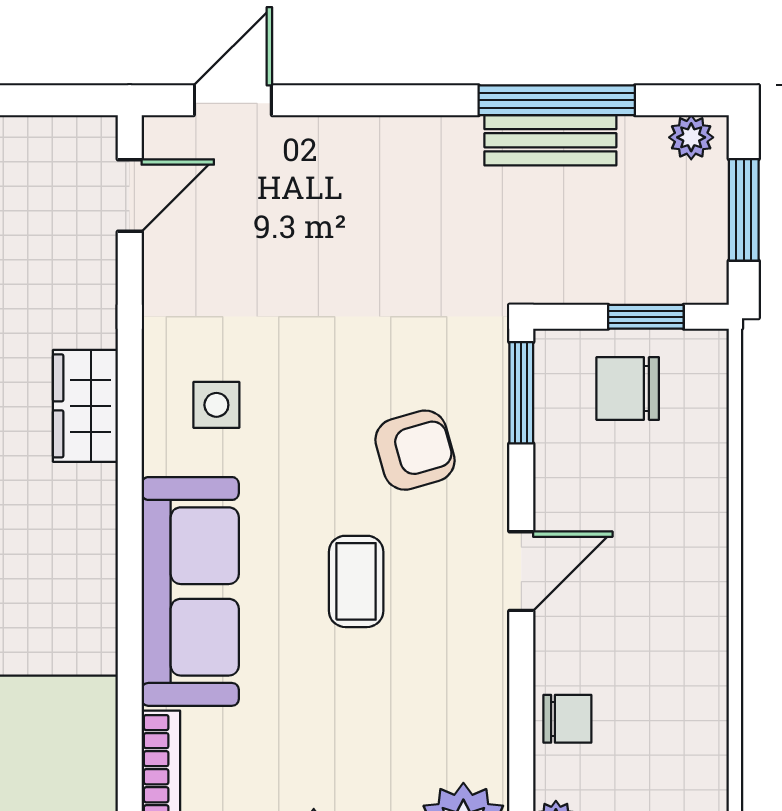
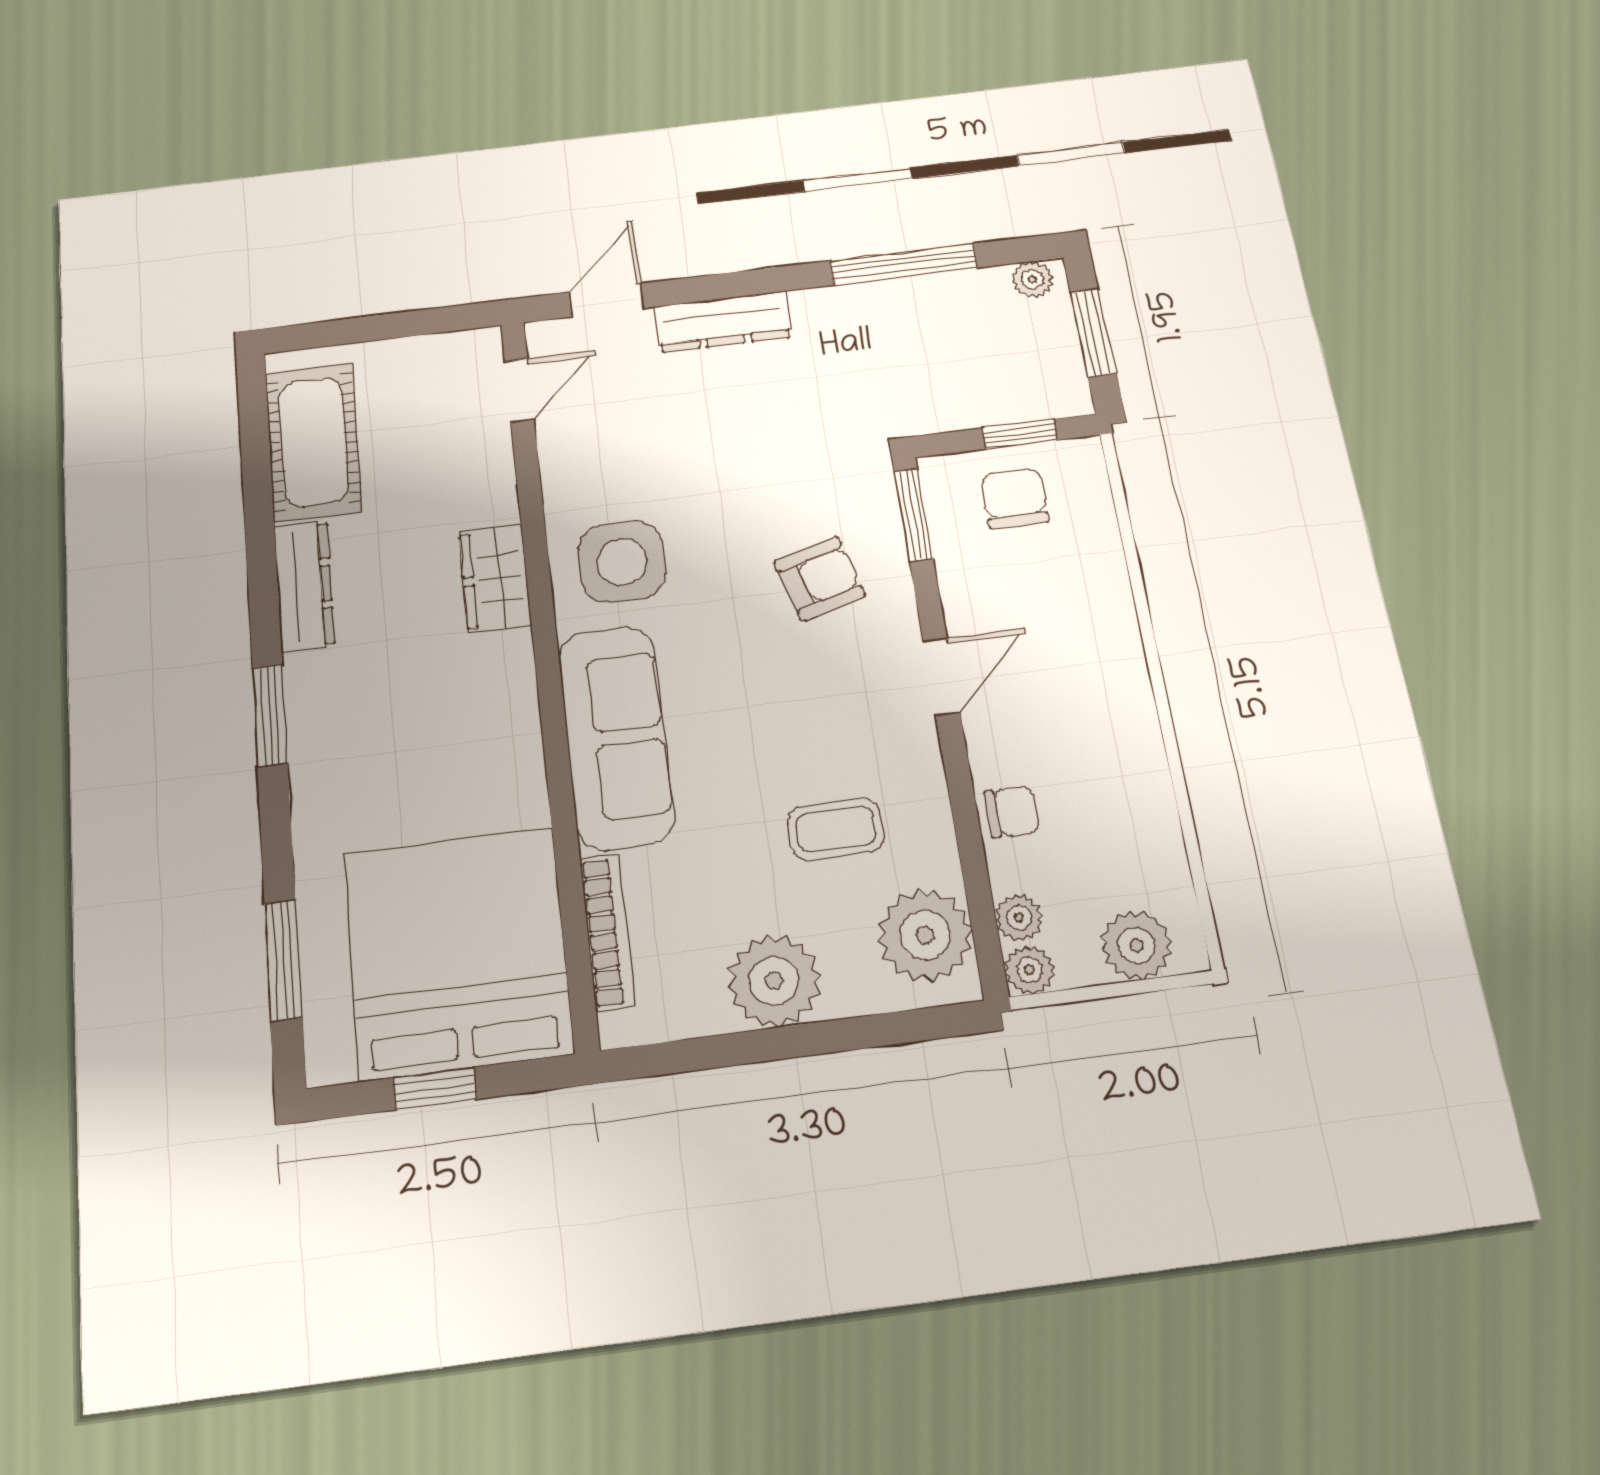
bench: (550, 140) -> (904, 297), removed
dresser: (354, 143) -> (723, 322), added
chair: (628, 389) -> (1015, 498), turned 90
side table: (216, 405) -> (622, 562), width x1.87, depth x1.87
coffee table: (356, 581) -> (836, 829), moved, turned 90

